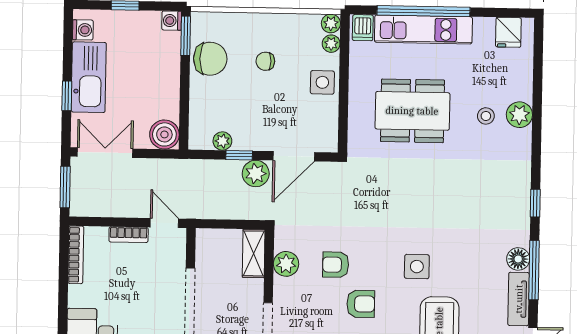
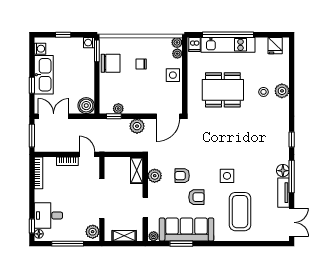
window: (239, 155) -> (114, 116), moved
door: (294, 156) -> (168, 116), moved

